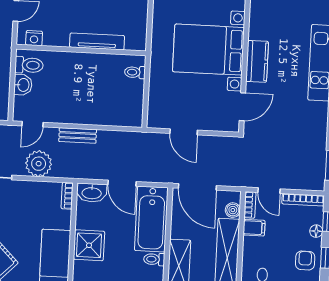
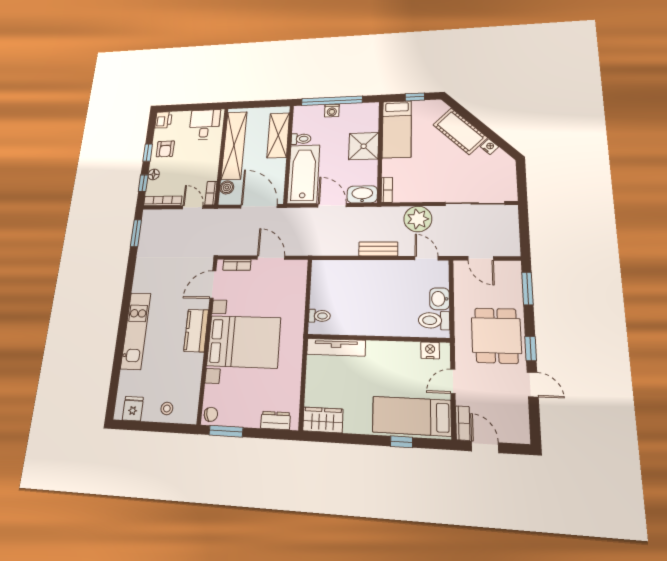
tv unit: (97, 41) -> (336, 347), moved
door: (33, 124) -> (427, 258), hinge flipped
bookcase: (218, 126) -> (237, 265), added
filing cabinet: (254, 228) -> (208, 173), removed

